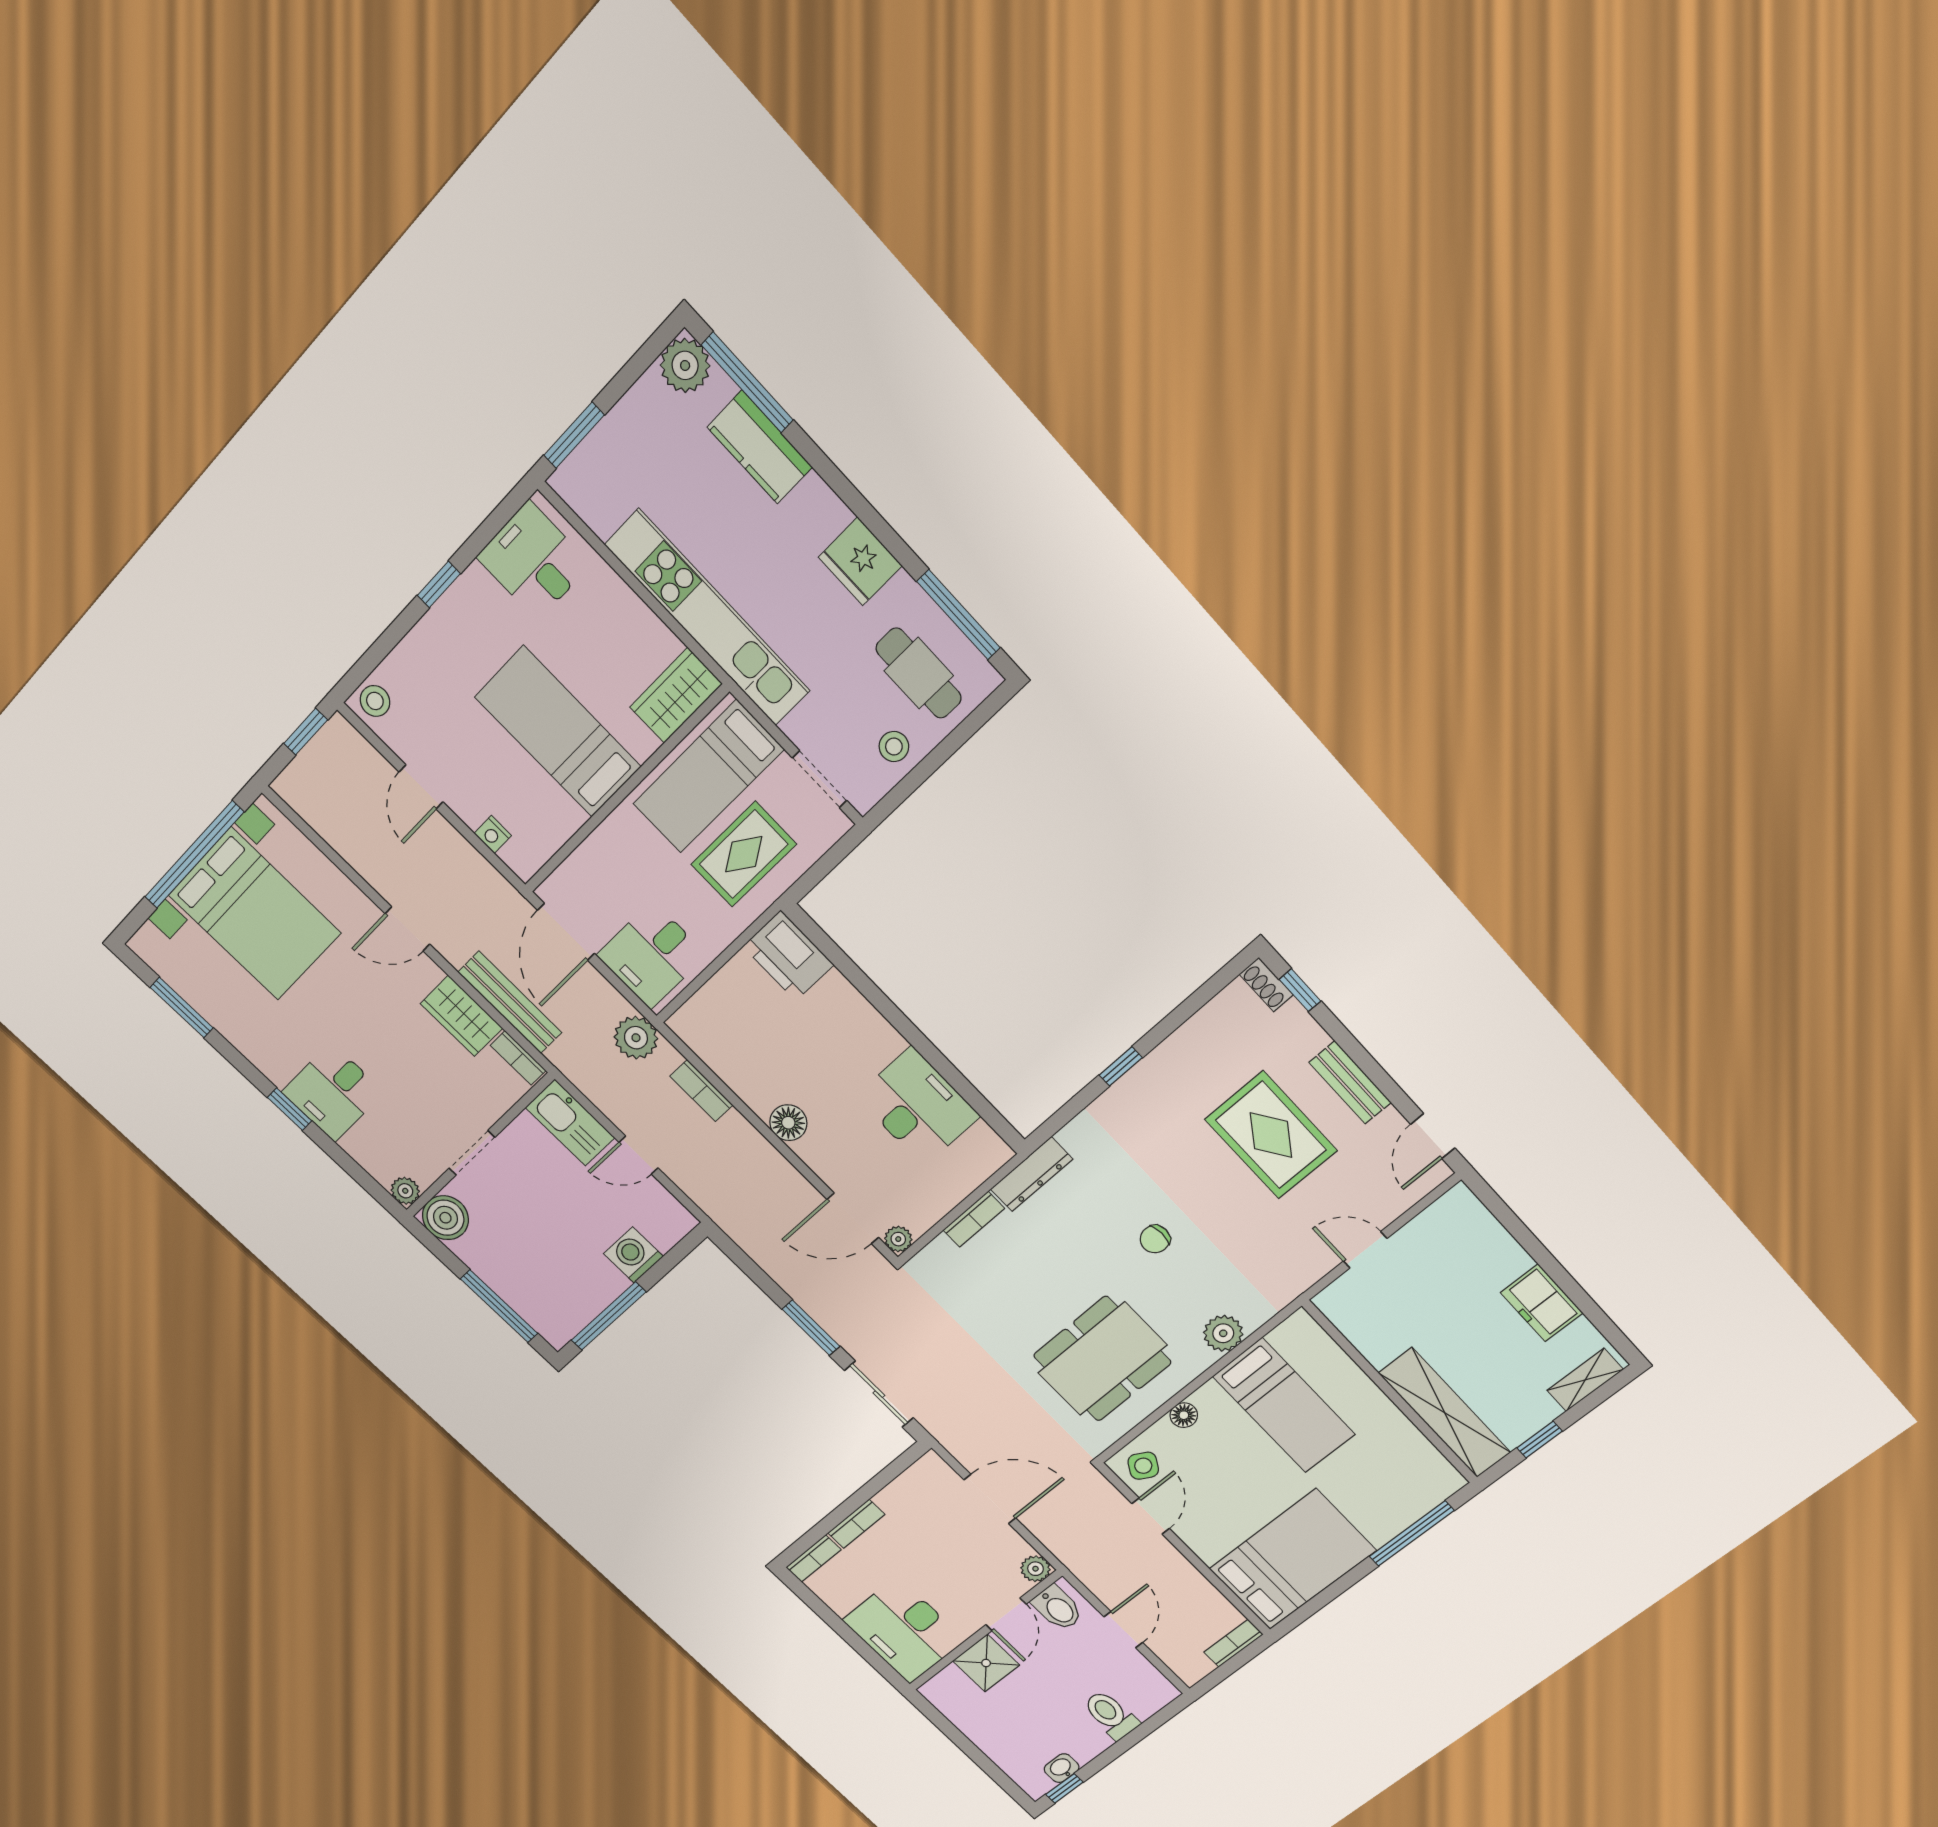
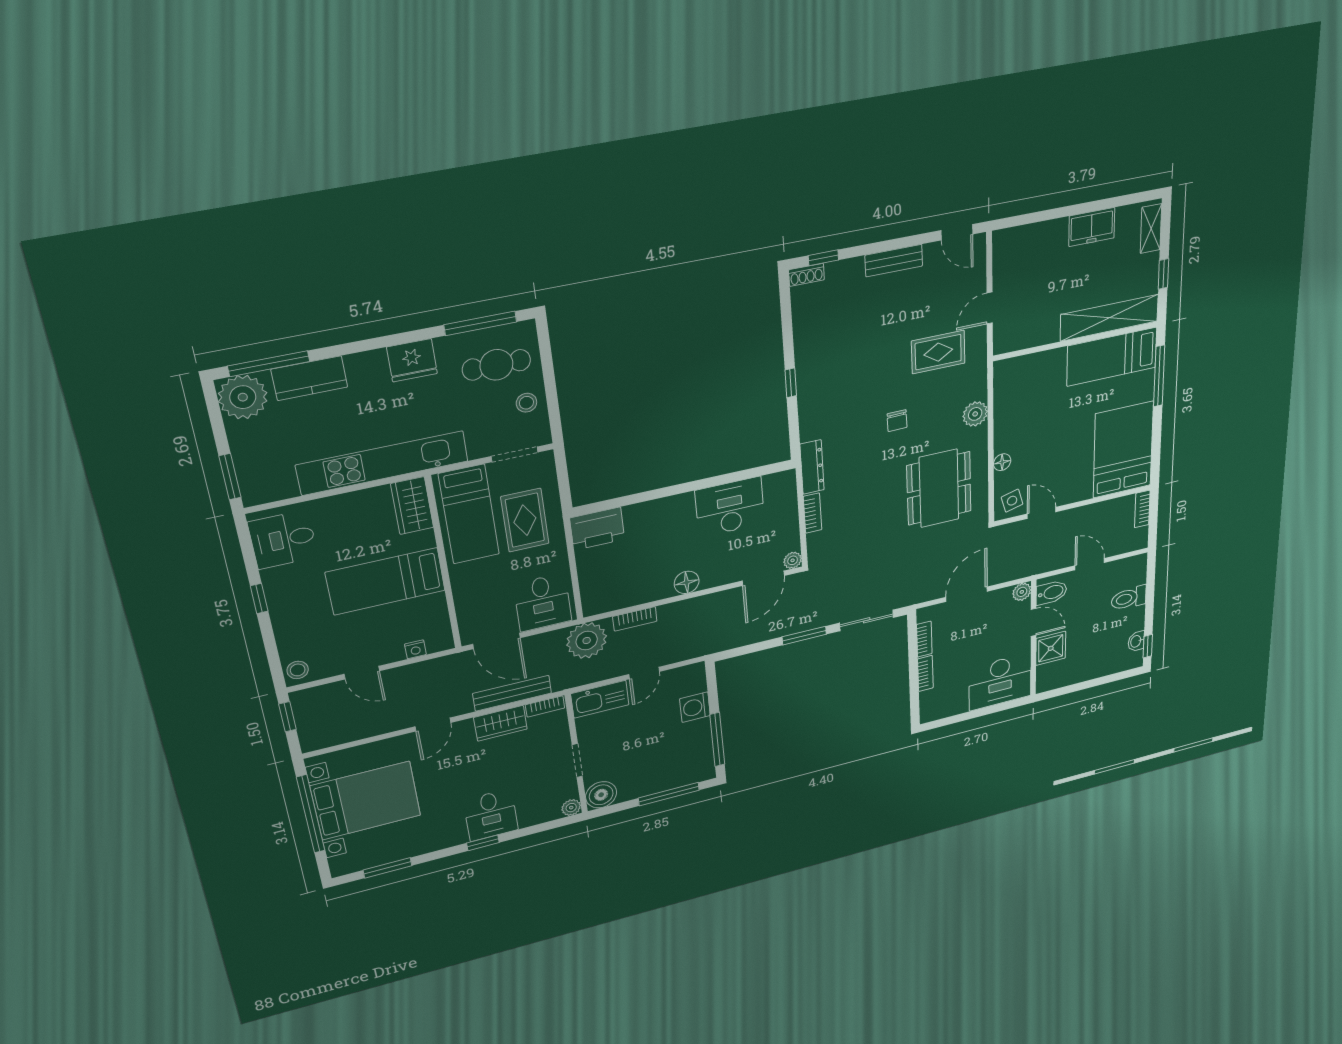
plant: (685, 365) -> (243, 397), width x1.36, depth x1.36
plant: (636, 1038) -> (587, 641), width x1.36, depth x1.36
rug: (1271, 1135) -> (938, 352), moved, width x0.73, depth x0.70
bed: (1284, 1405) -> (1112, 357), moved, turned 180
side table: (1143, 1466) -> (1012, 501), turned 45
bookcase: (813, 1558) -> (924, 639), moved

